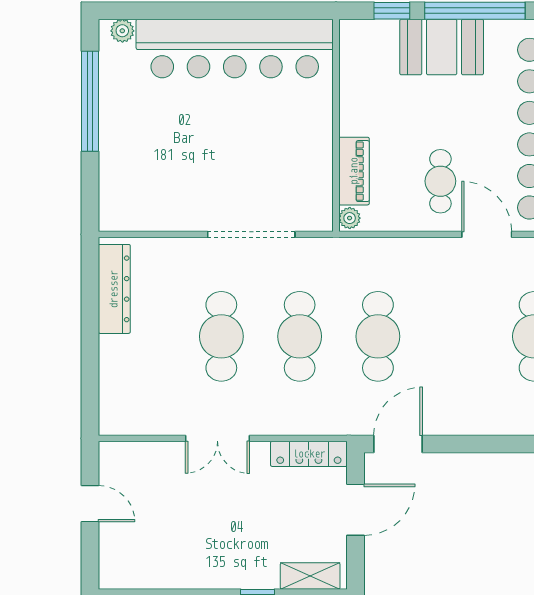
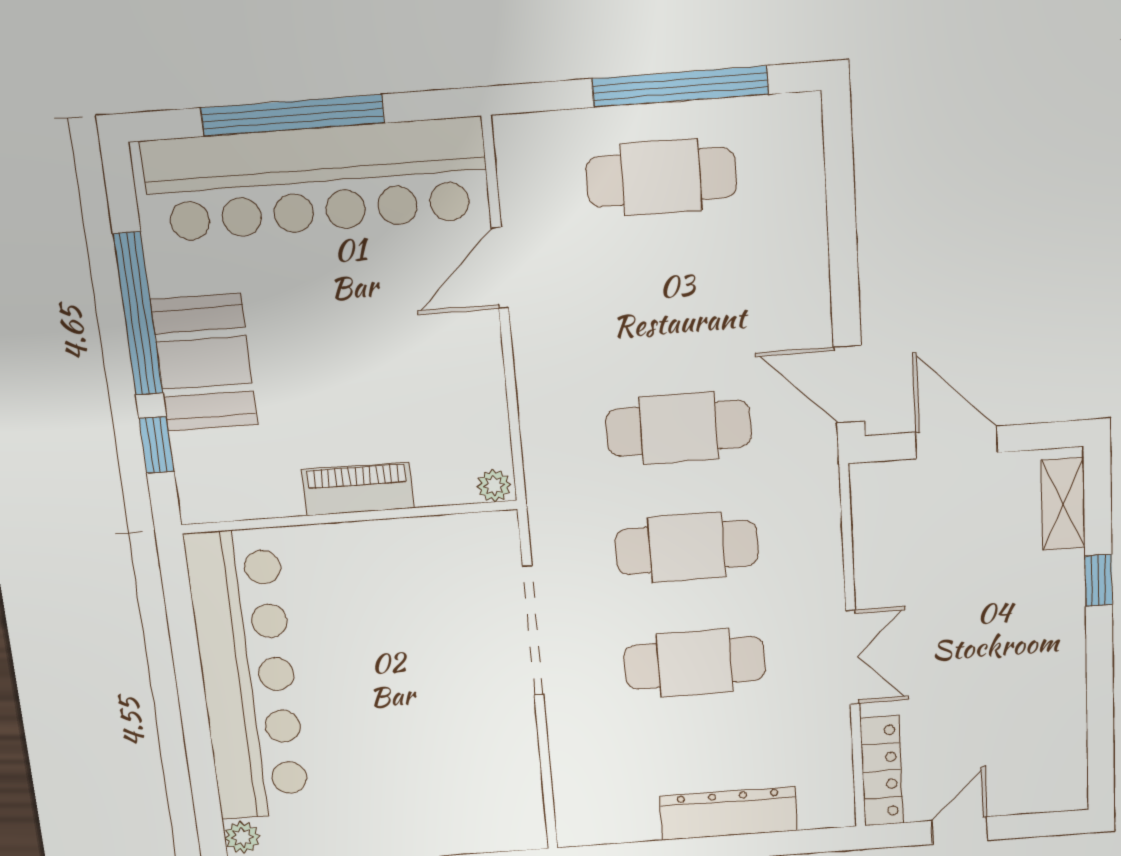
piano: (354, 171) -> (358, 489), moved
cafe table: (440, 181) -> (421, 349), removed
dresser: (114, 289) -> (729, 813), moved
locker: (309, 454) -> (882, 771), moved

